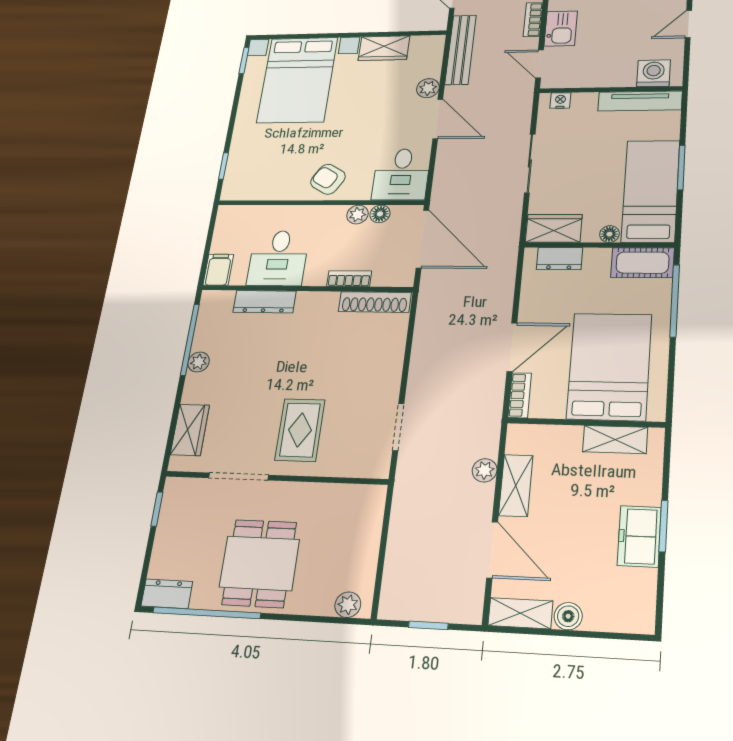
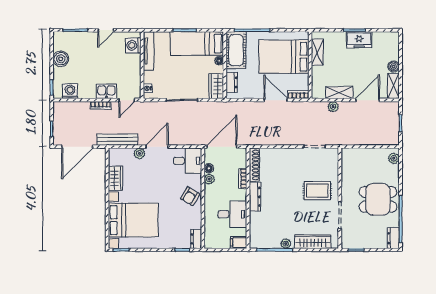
door: (688, 24) -> (106, 30), hinge flipped
dresser: (240, 191) -> (196, 239), added
cot: (643, 263) -> (236, 50), width x1.37, depth x1.34
dresser: (265, 302) -> (255, 197), moved
wardrobe: (190, 430) -> (313, 242), width x1.50

